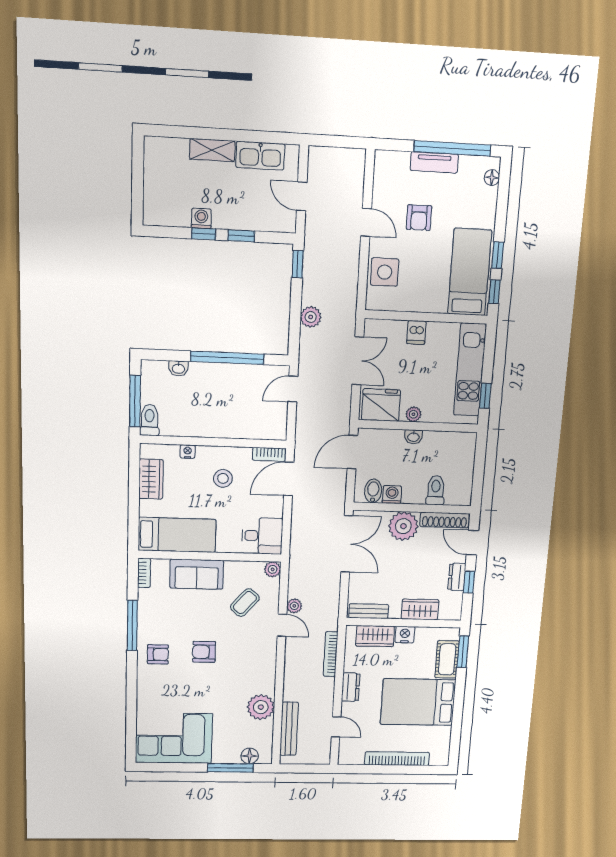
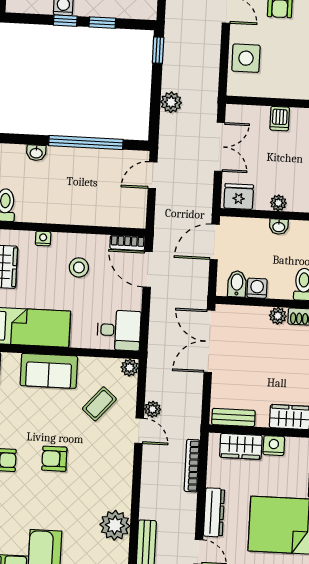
fridge: (381, 405) -> (239, 197), width x0.73, depth x0.75
door: (289, 479) -> (148, 269), hinge flipped
plant: (403, 526) -> (278, 316), width x0.53, depth x0.53
double door: (347, 544) -> (209, 341), swing flipped
dresser: (351, 687) -> (214, 512), width x1.44

